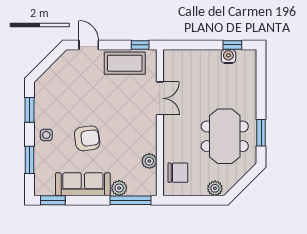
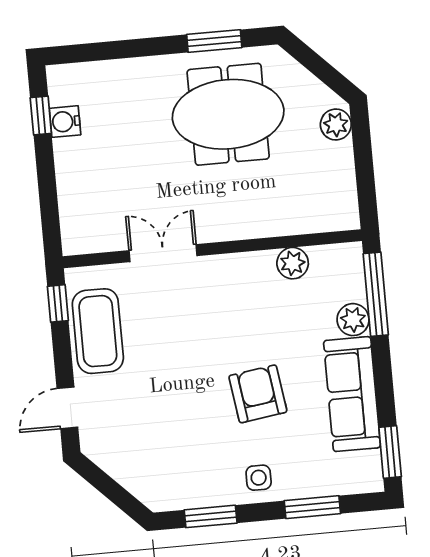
chair: (178, 173) -> (311, 203), removed

